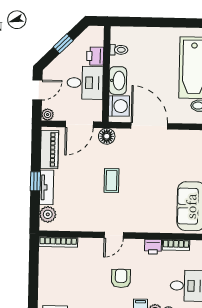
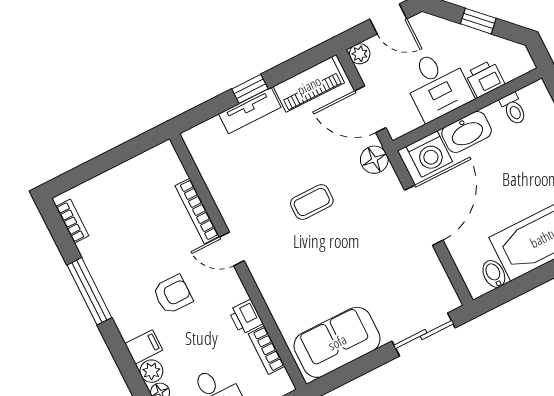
plant: (48, 214) -> (210, 134), removed
bookcase: (58, 242) -> (197, 211), moved

